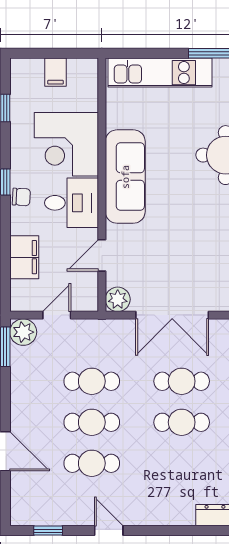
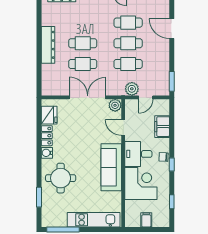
door: (102, 255) -> (123, 128), swing flipped
plant: (23, 332) -> (132, 89), moved

